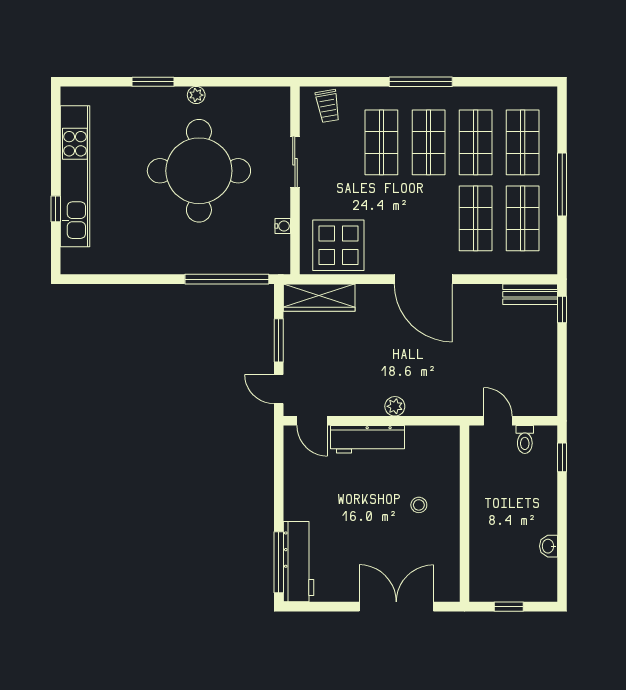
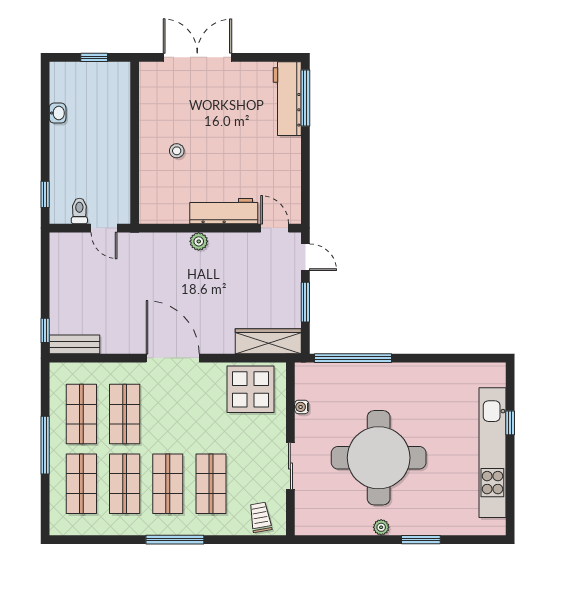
double door: (396, 607) -> (197, 57), swing flipped

